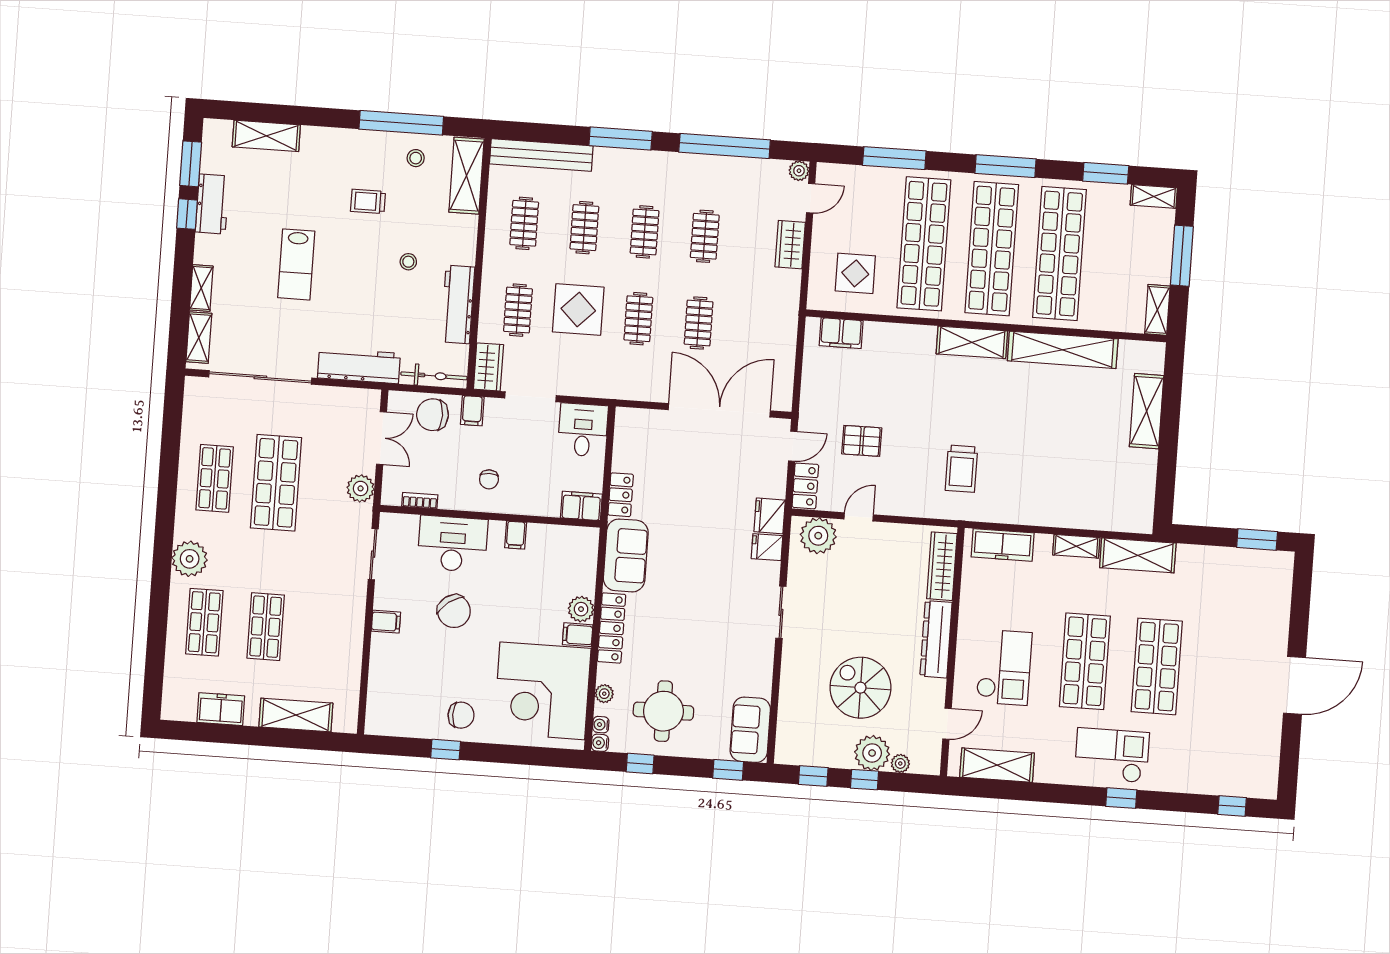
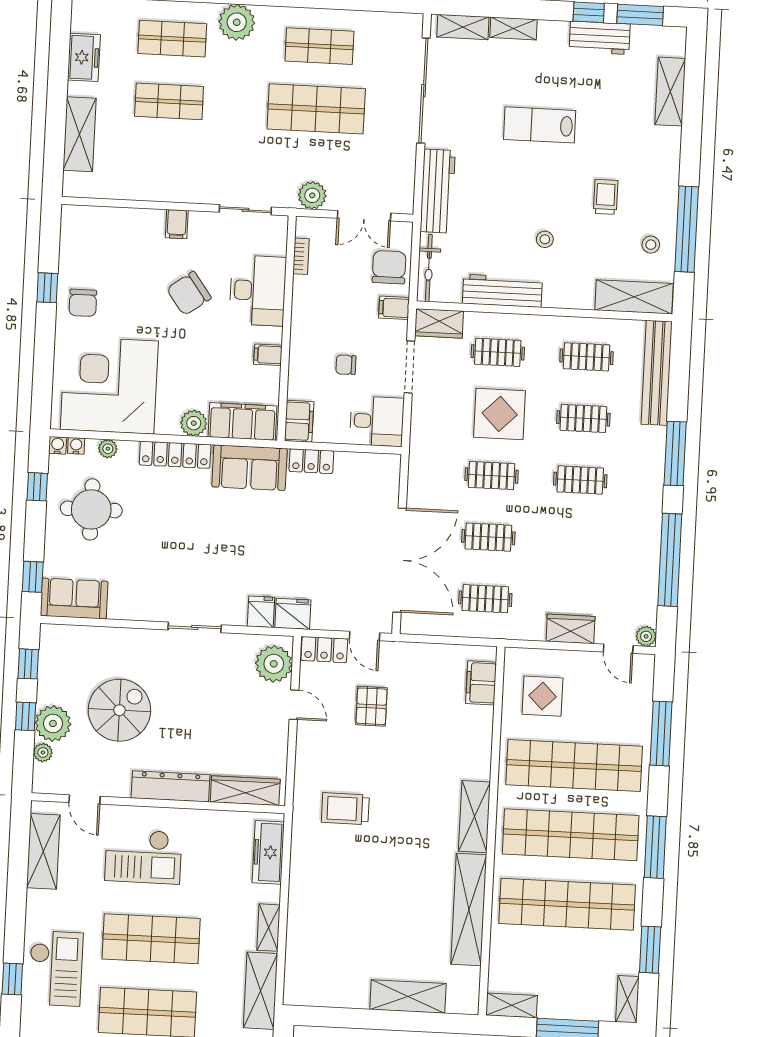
clothes rail: (705, 236) -> (485, 599), moved
chair: (489, 479) -> (346, 365), moved
filing cabinet: (578, 635) -> (242, 421), moved, width x3.00, depth x1.17

